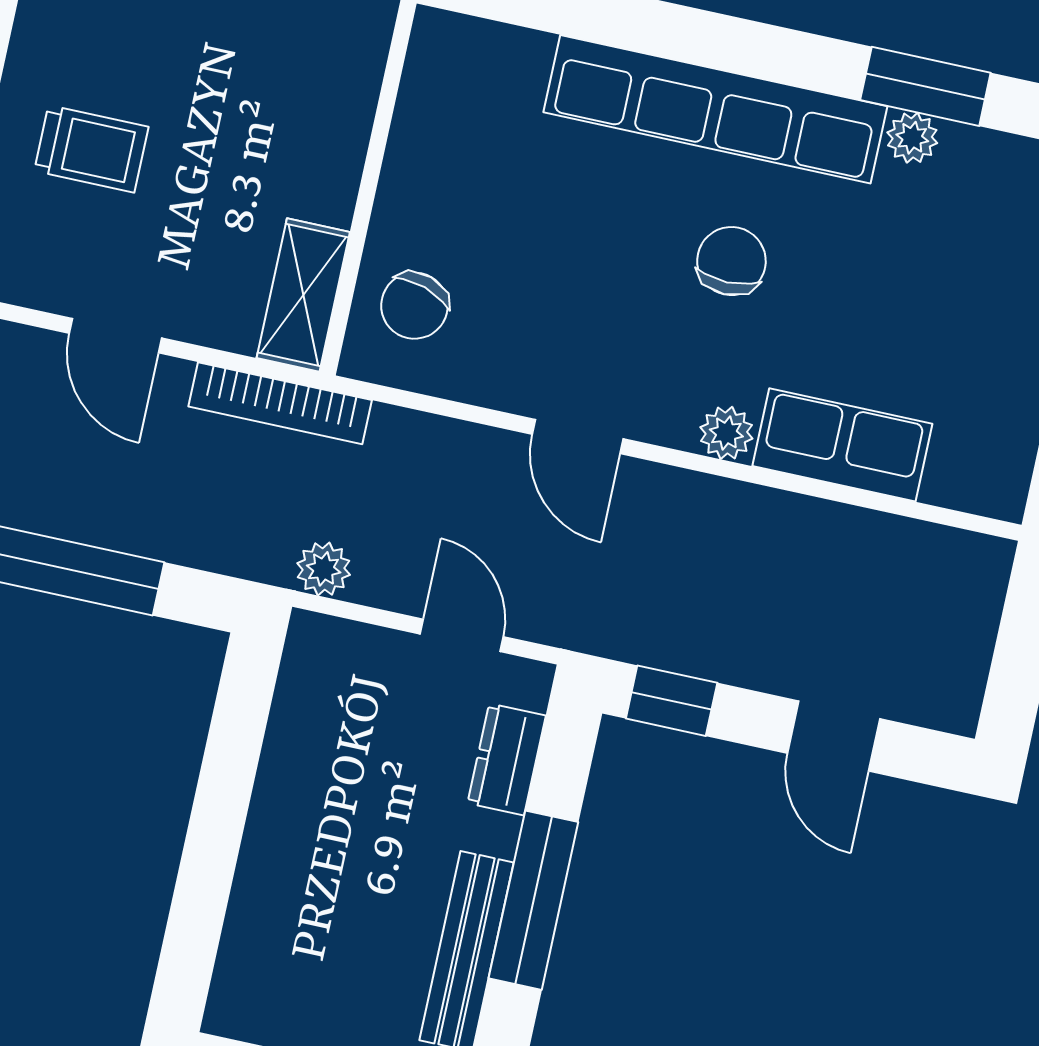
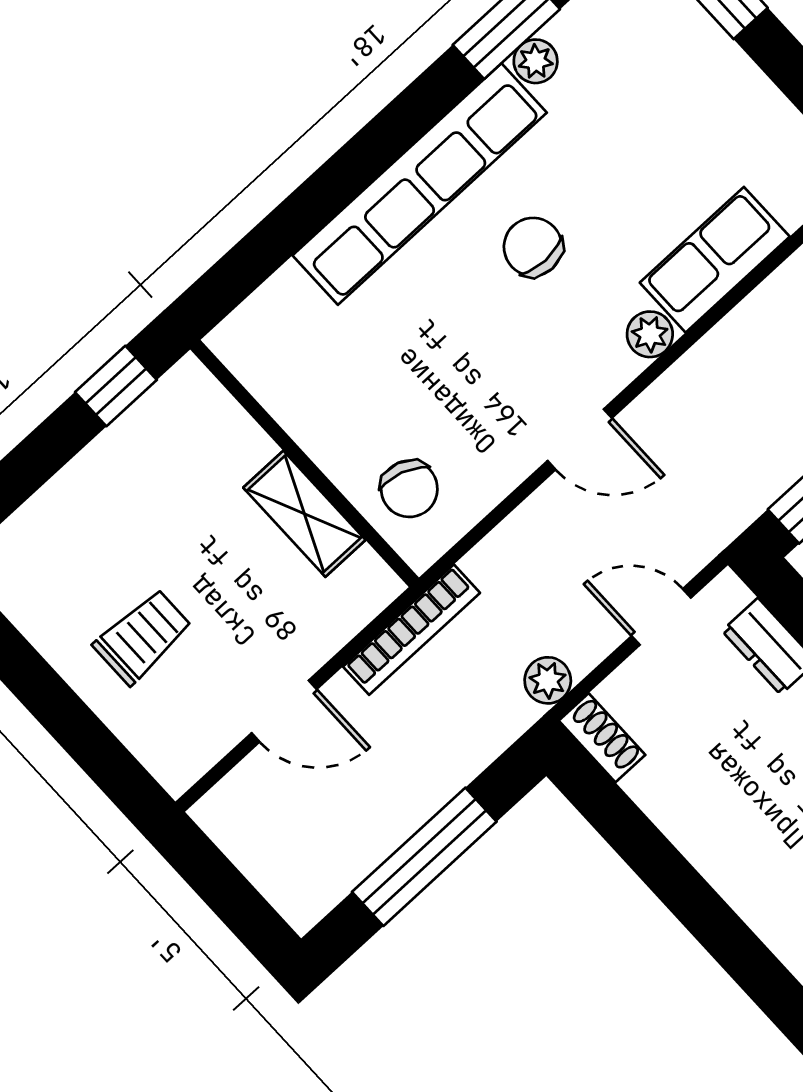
shelving: (303, 295) -> (304, 514), moved
shoe rack: (305, 660) -> (602, 738), added

